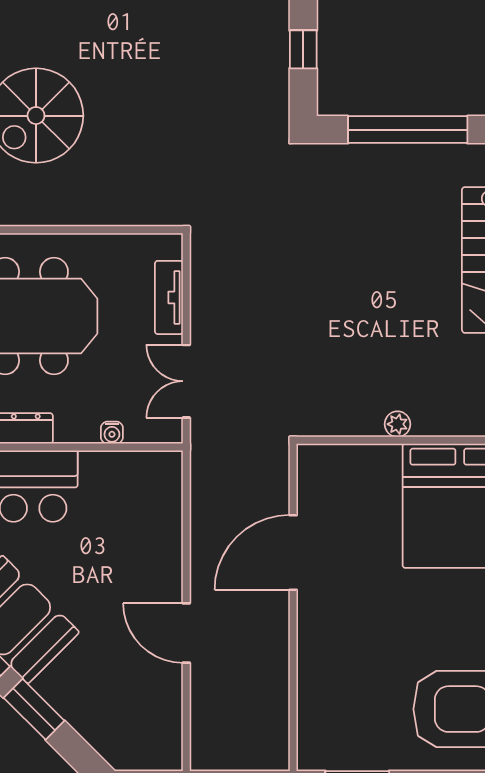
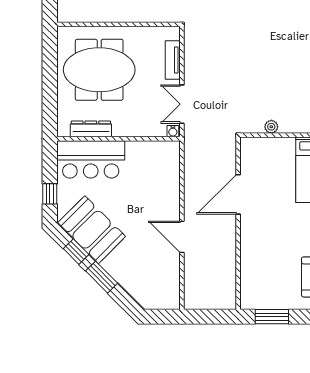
plant: (397, 424) -> (271, 127), moved
water cooler: (112, 433) -> (173, 131), moved

